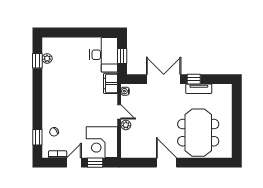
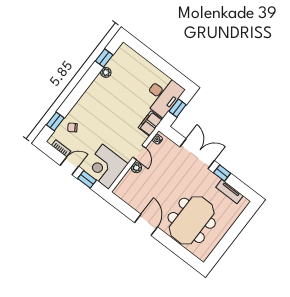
plant: (47, 58) -> (106, 72), moved
tv unit: (199, 89) -> (229, 191), moved

